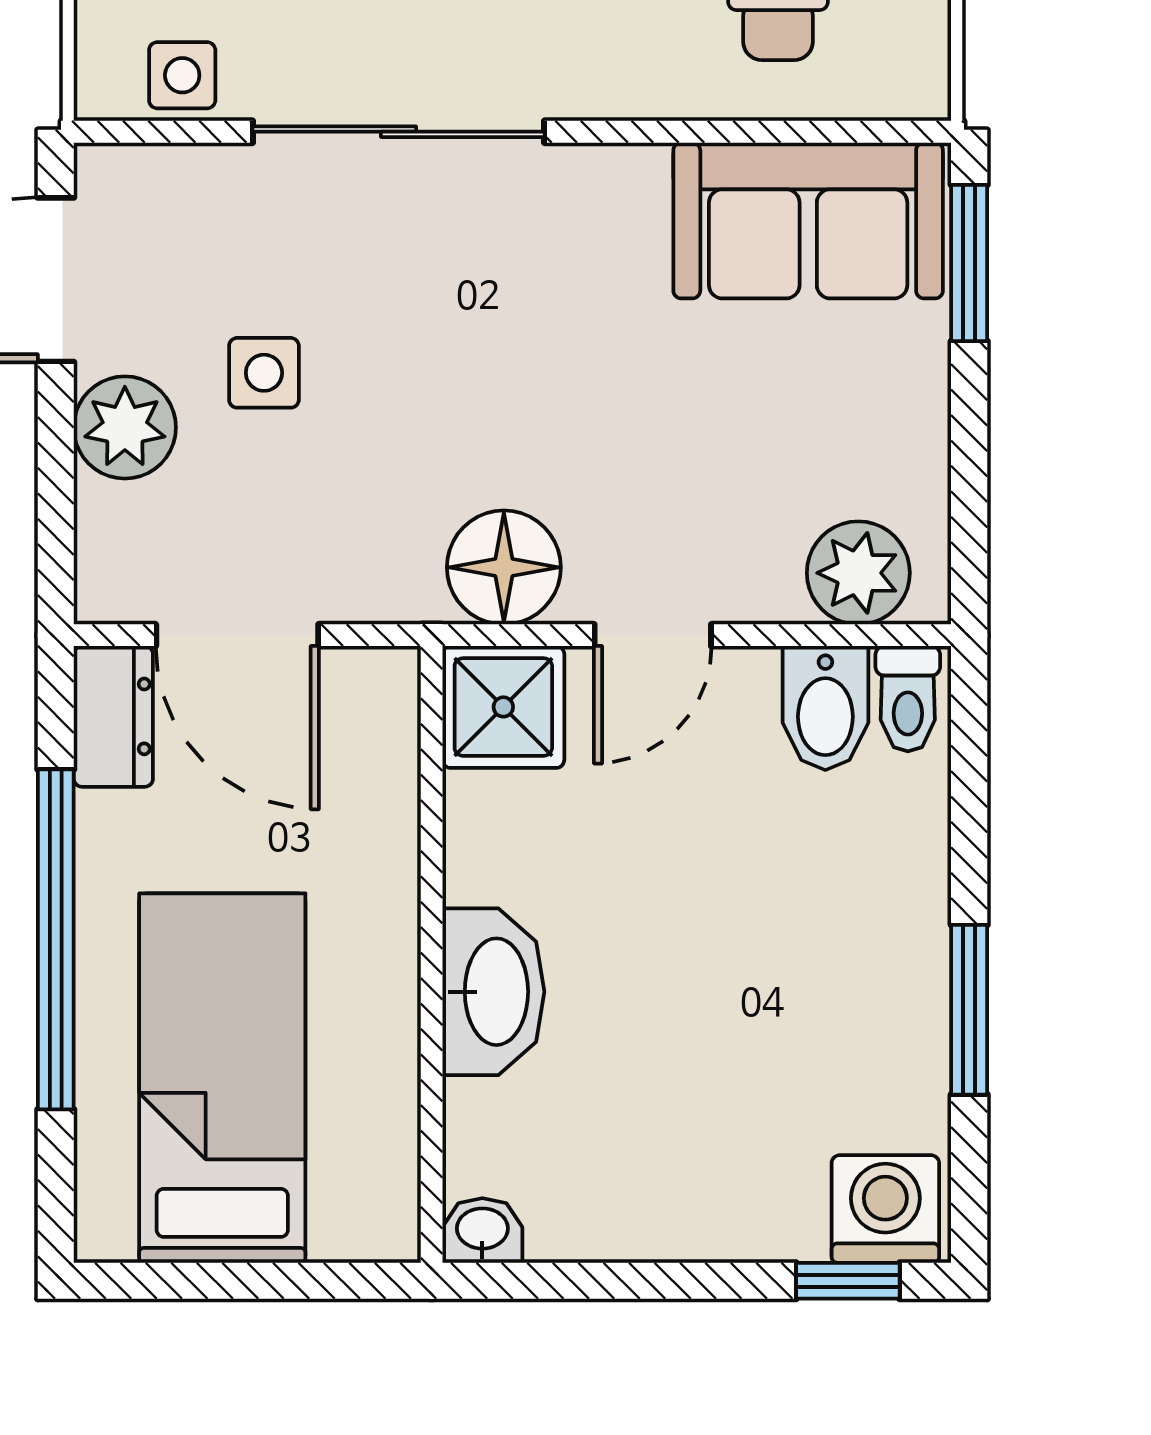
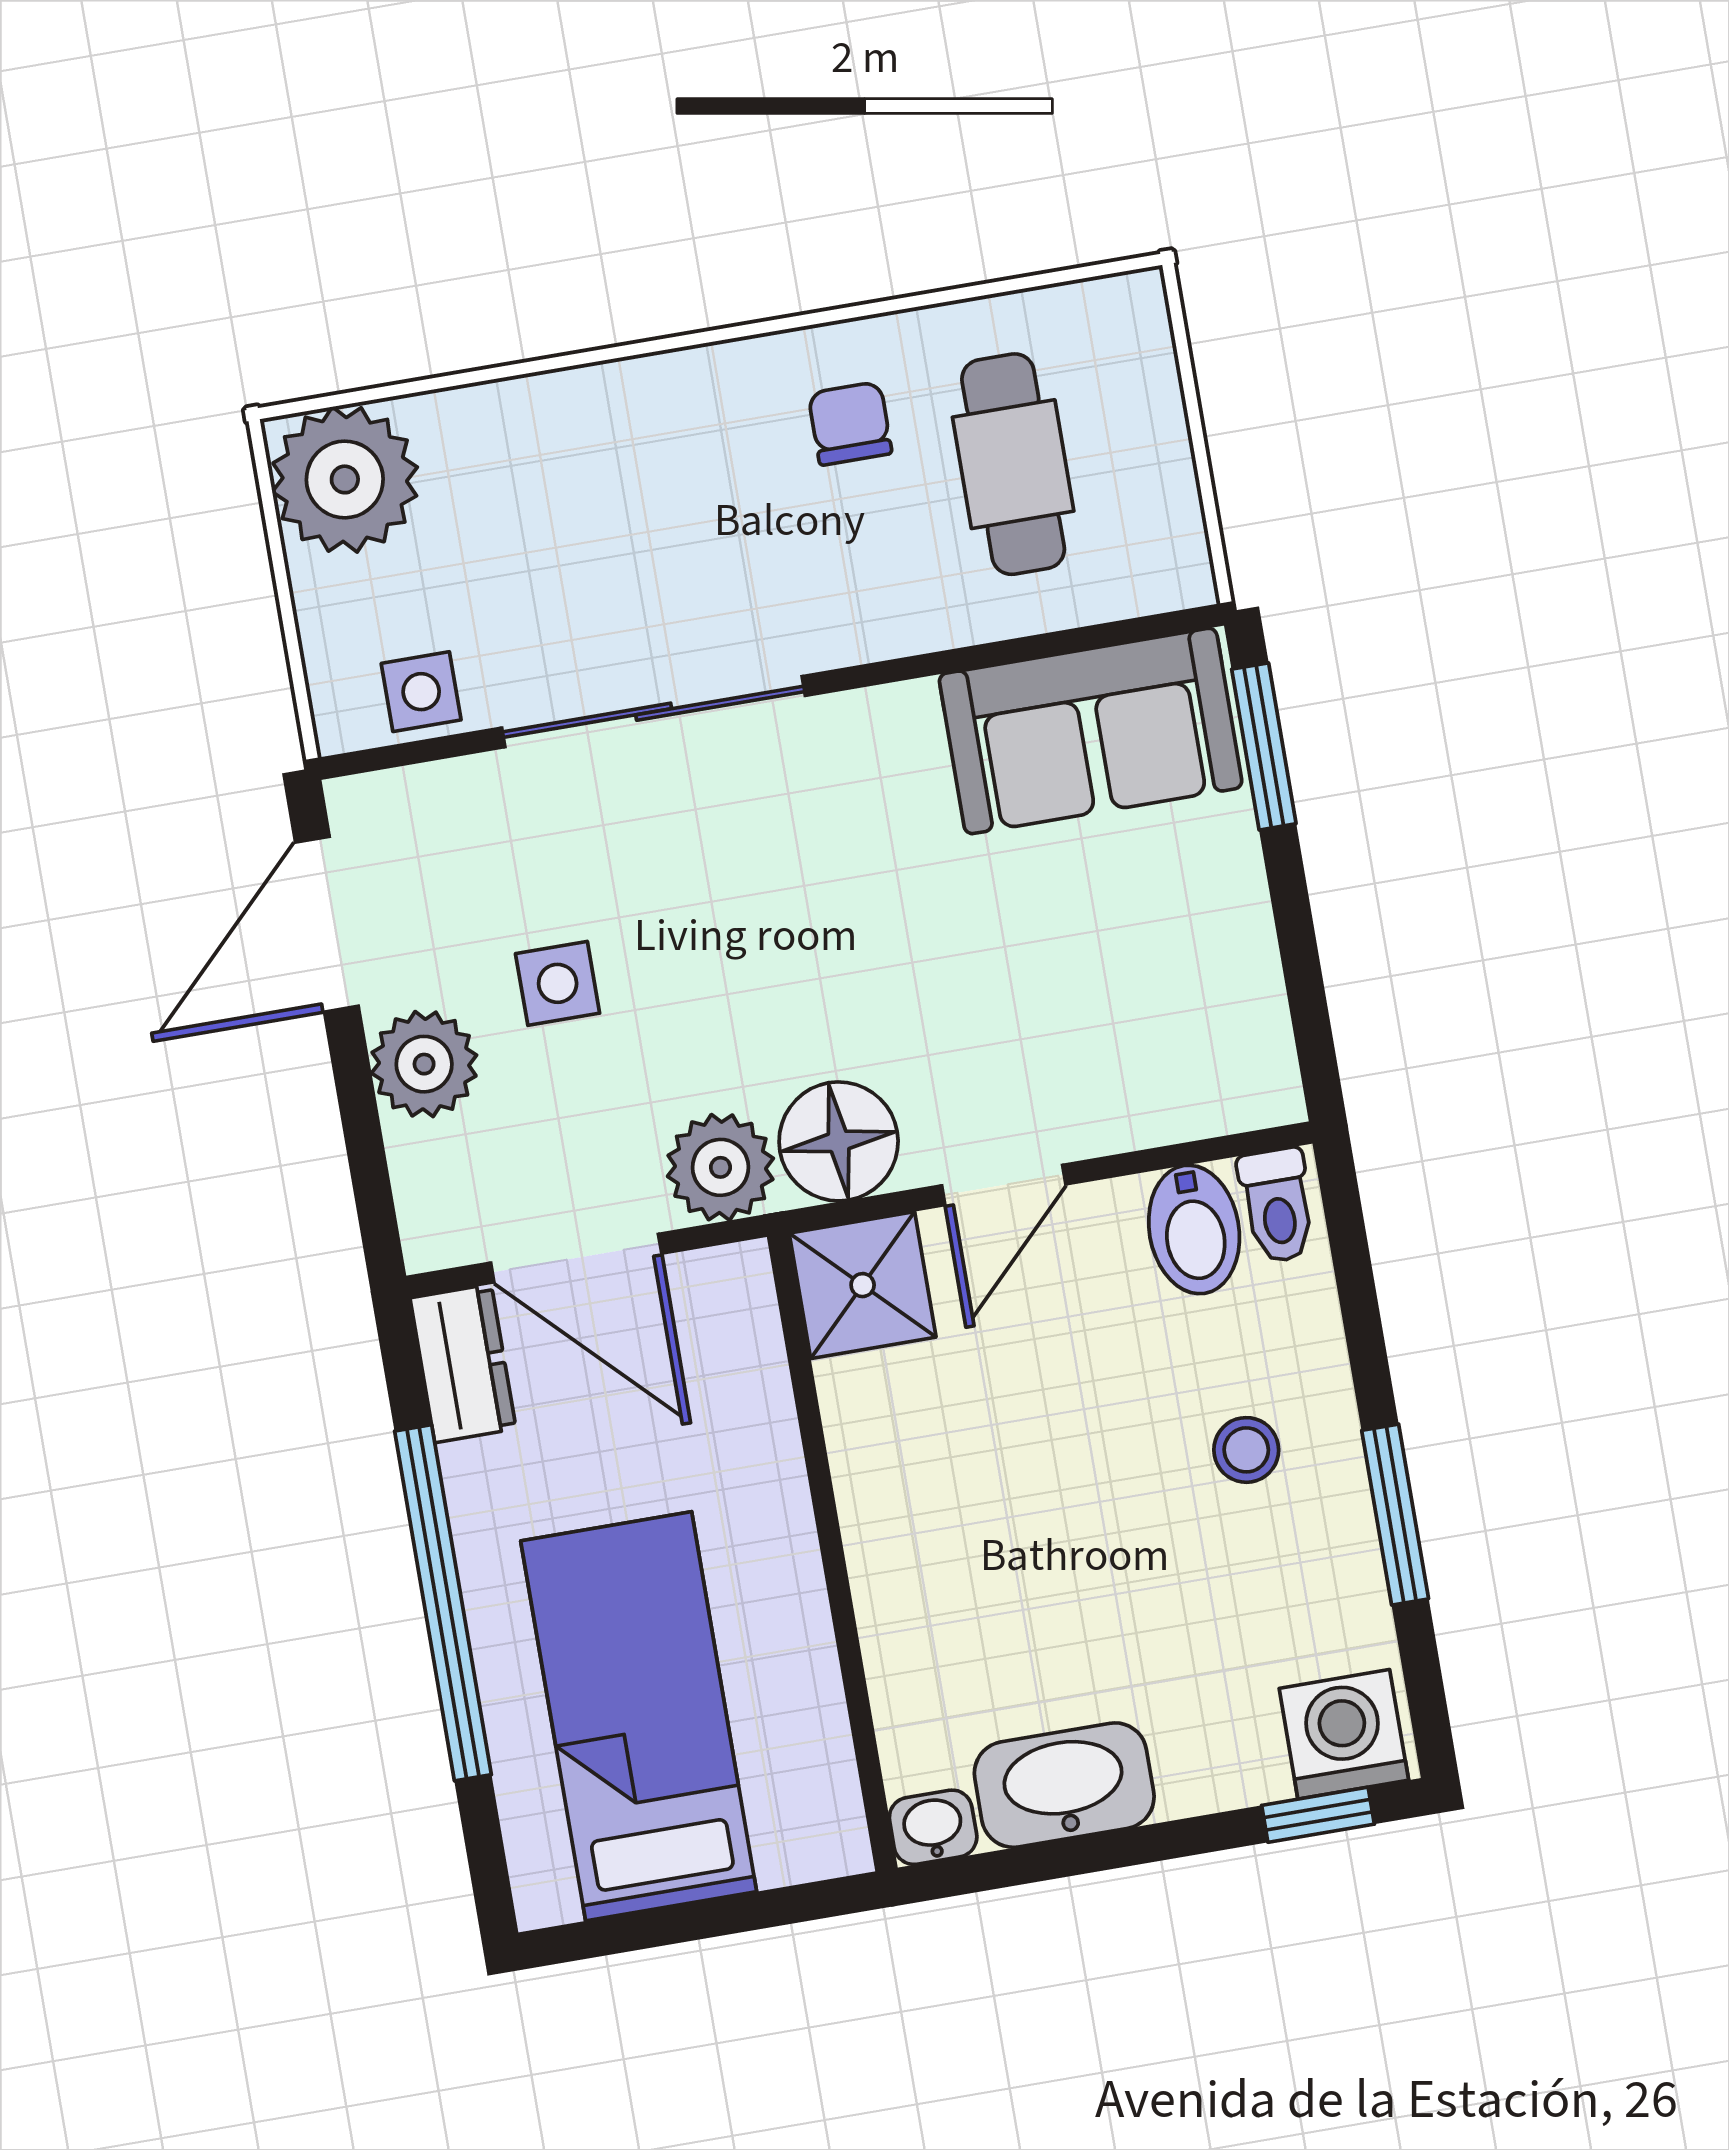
plant: (858, 573) -> (720, 1167), moved
stool: (839, 925) -> (1246, 1450), added
washbasin: (493, 992) -> (1064, 1785), moved, turned -90

